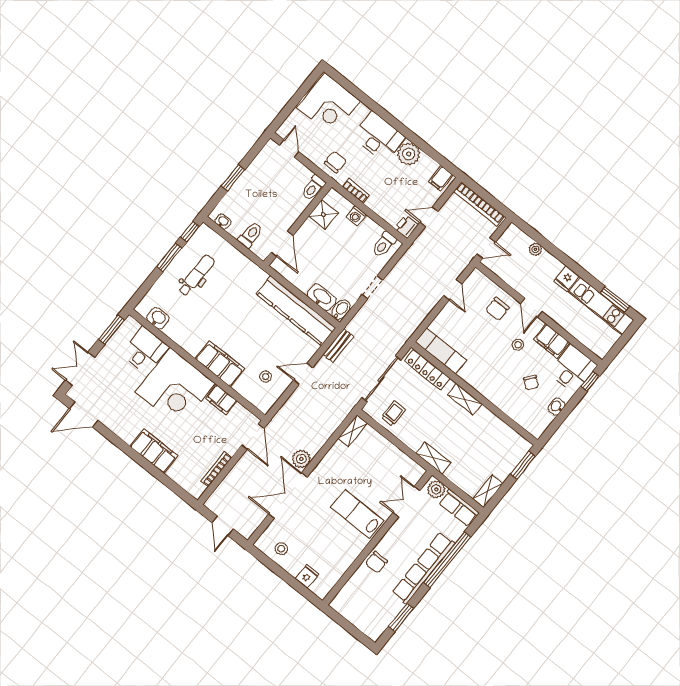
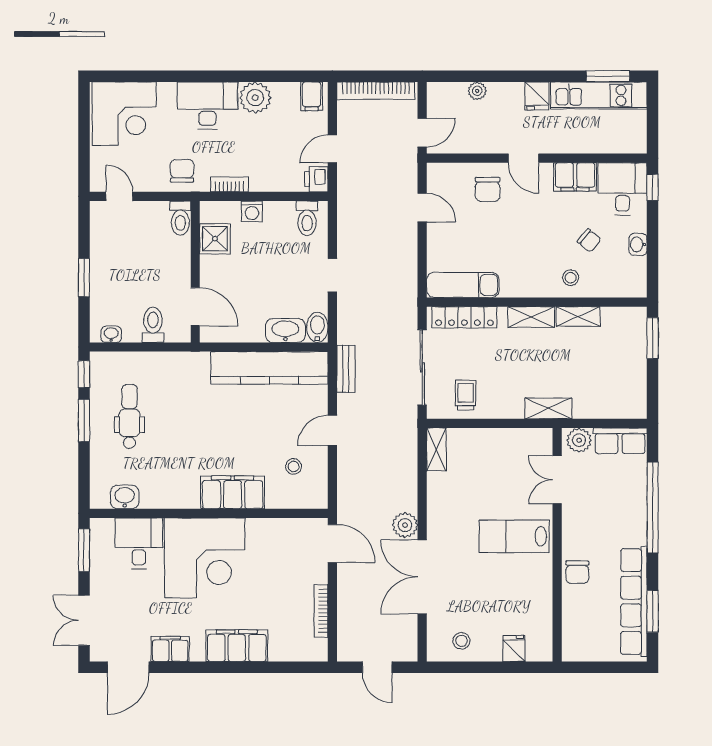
stool: (518, 345) -> (571, 278), moved
filing cabinet: (221, 400) -> (170, 649), moved, turned 180
shelving: (488, 491) -> (578, 316), moved, turned 90
row of seats: (423, 568) -> (634, 602), moved

